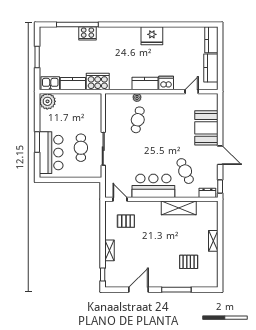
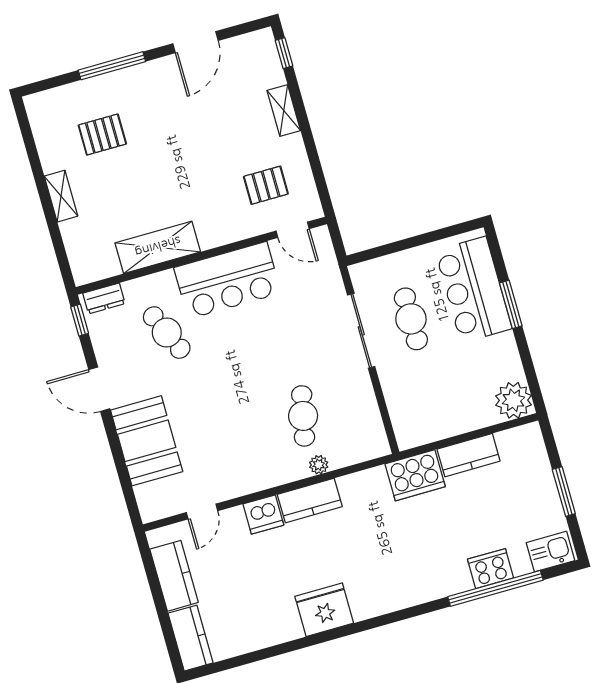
cooker: (88, 33) -> (491, 569), moved
kitchen sink: (50, 83) -> (550, 552), moved, turned 180

